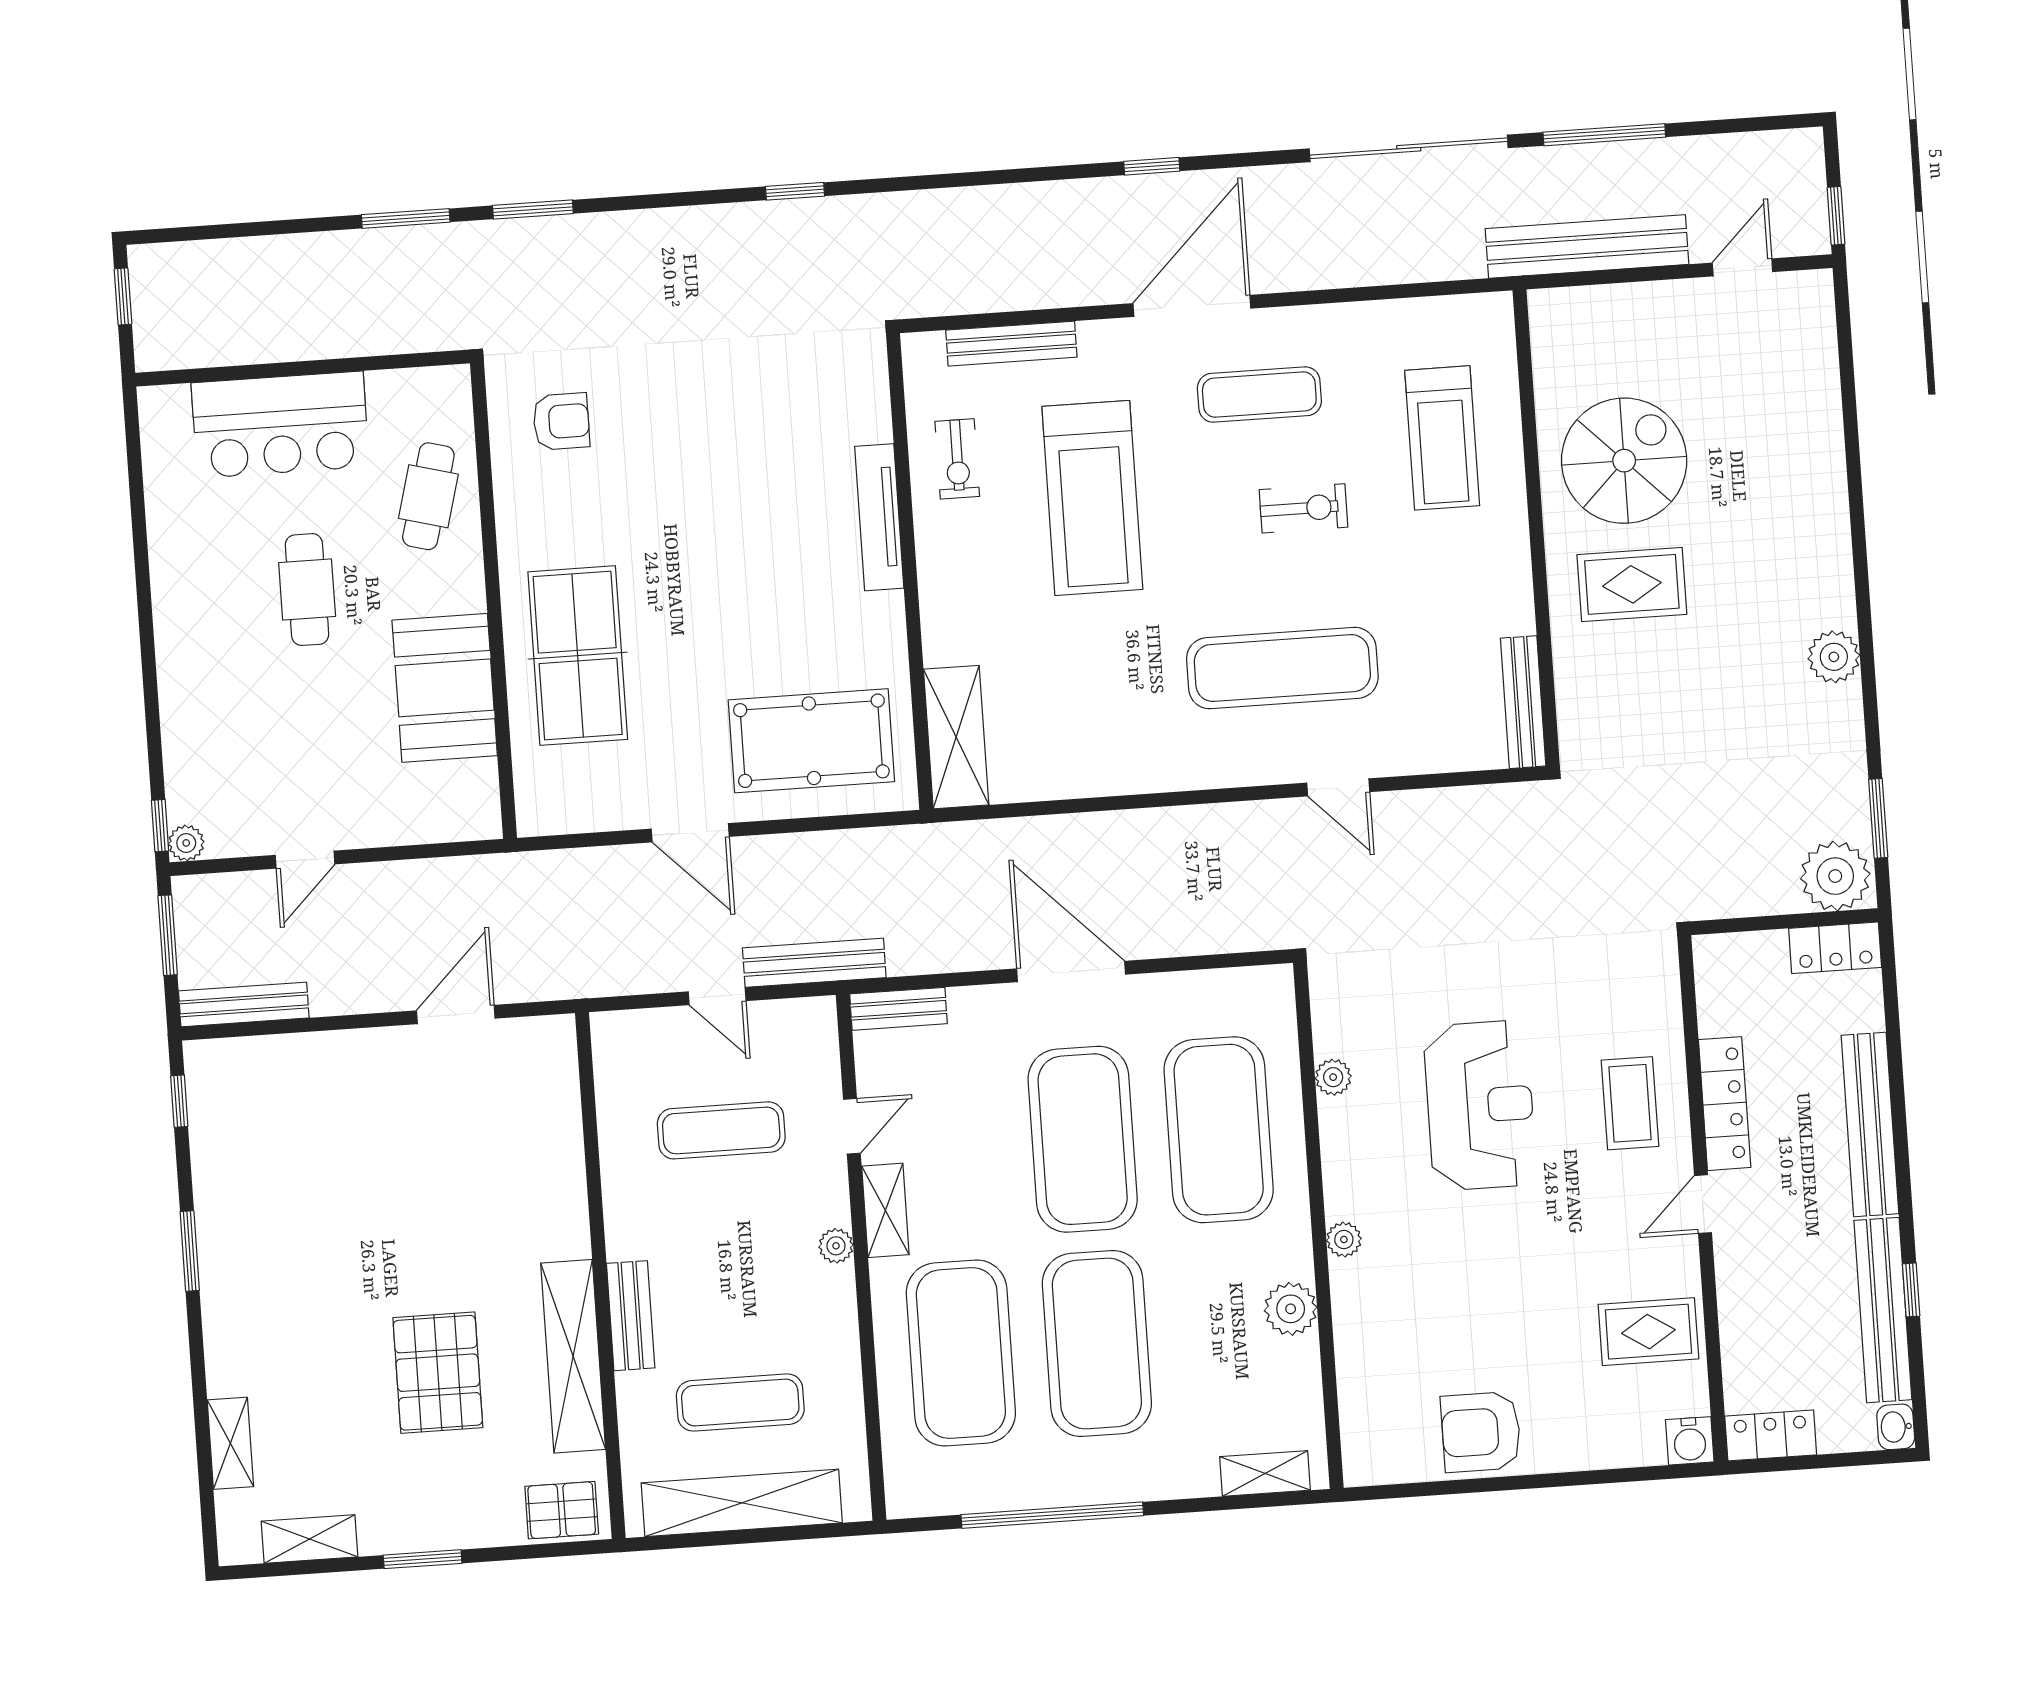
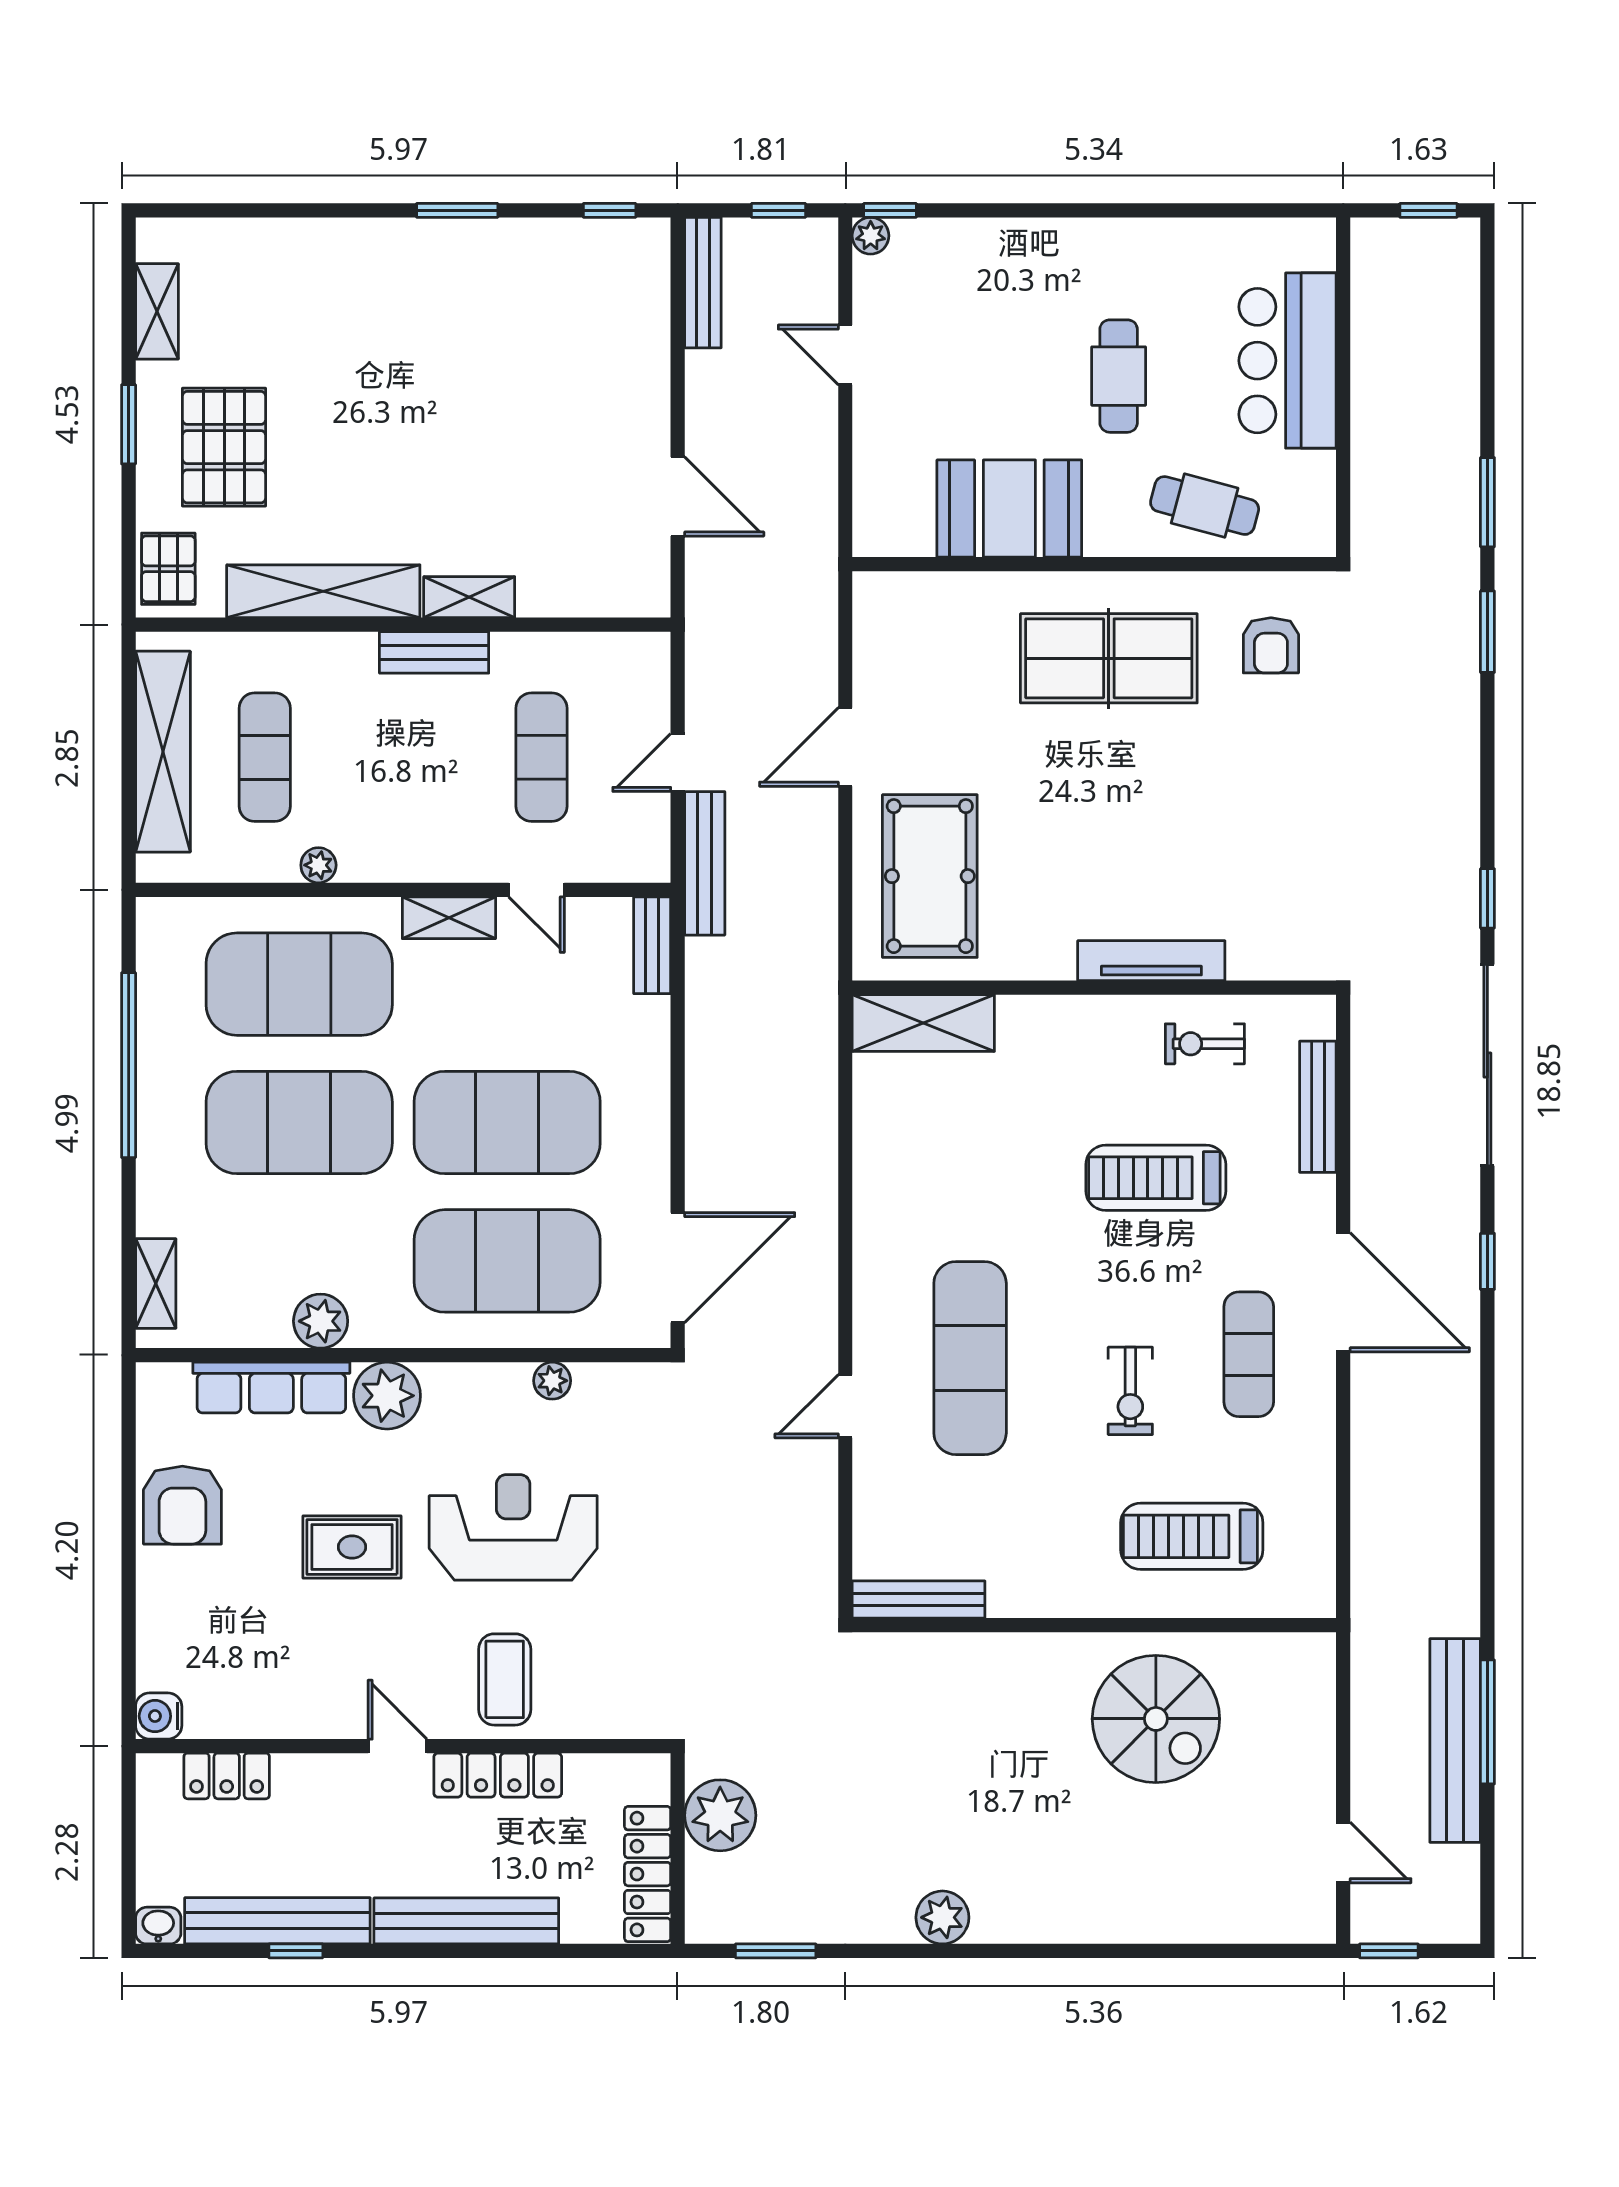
sliding door: (1409, 148) -> (1487, 1065), moved
bench: (1587, 246) -> (1455, 1740), moved
treadmill: (1092, 498) -> (1156, 1178), width x0.73, depth x0.73
rug: (1632, 584) -> (1030, 1718), removed
cafe table: (307, 590) -> (1119, 376), turned 90
table tennis table: (578, 656) -> (1109, 658), moved
plant: (1835, 876) -> (720, 1815), moved
window: (168, 935) -> (779, 210), width x0.67
locker: (1835, 948) -> (648, 1874), width x1.53
door: (1071, 972) -> (678, 1268), moved
coffee table: (1630, 1103) -> (505, 1679), turned 90
reception desk: (1480, 1105) -> (513, 1527), turned 180
plant: (1344, 1240) -> (387, 1396), width x1.88, depth x1.88
plant: (836, 1246) -> (318, 865), moved
bench: (631, 1316) -> (434, 652), moved
rug: (1648, 1332) -> (352, 1547), moved, turned 90
row of seats: (1359, 1353) -> (271, 1388), added
pallet: (438, 1373) -> (224, 447), moved, turned 90
armchair: (1481, 1432) -> (182, 1505), turned 180
locker: (1771, 1435) -> (227, 1776), moved, turned 90
shelving: (230, 1443) -> (469, 597), moved

